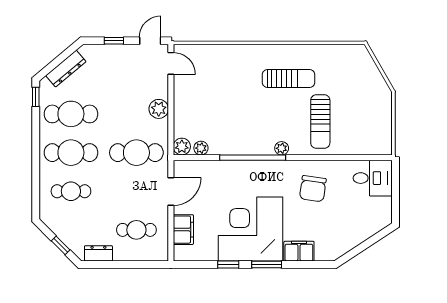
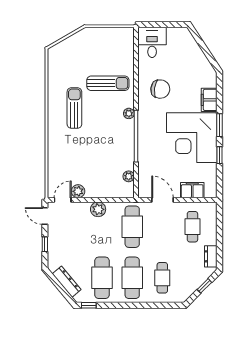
plant: (182, 147) -> (78, 191), moved

